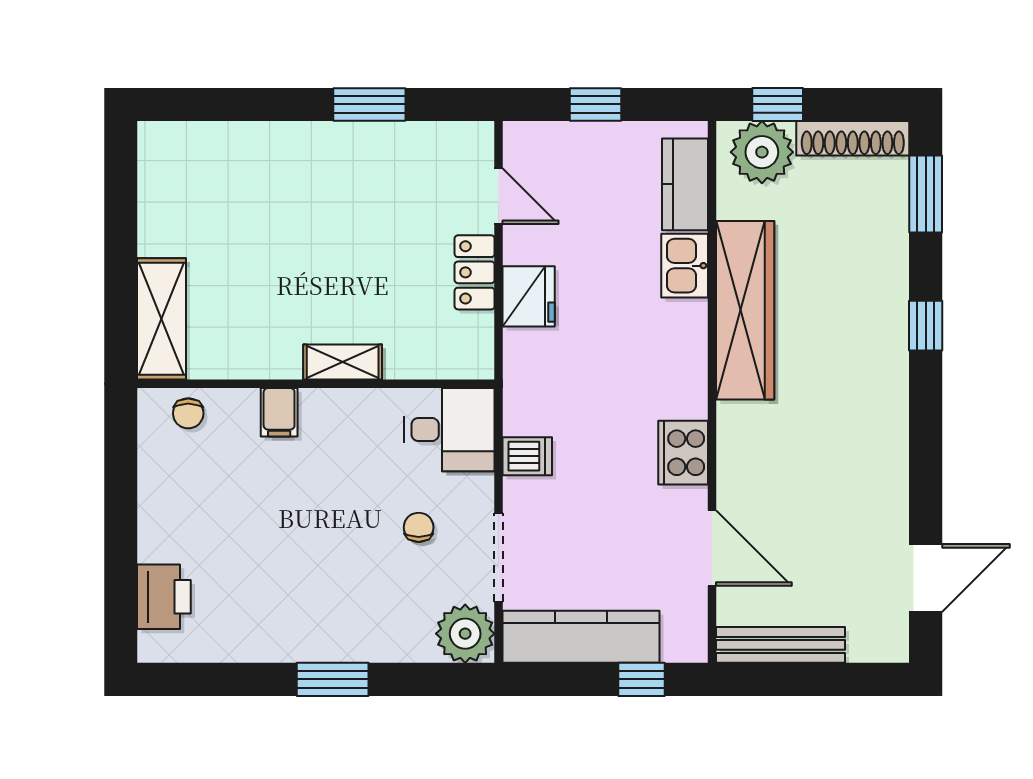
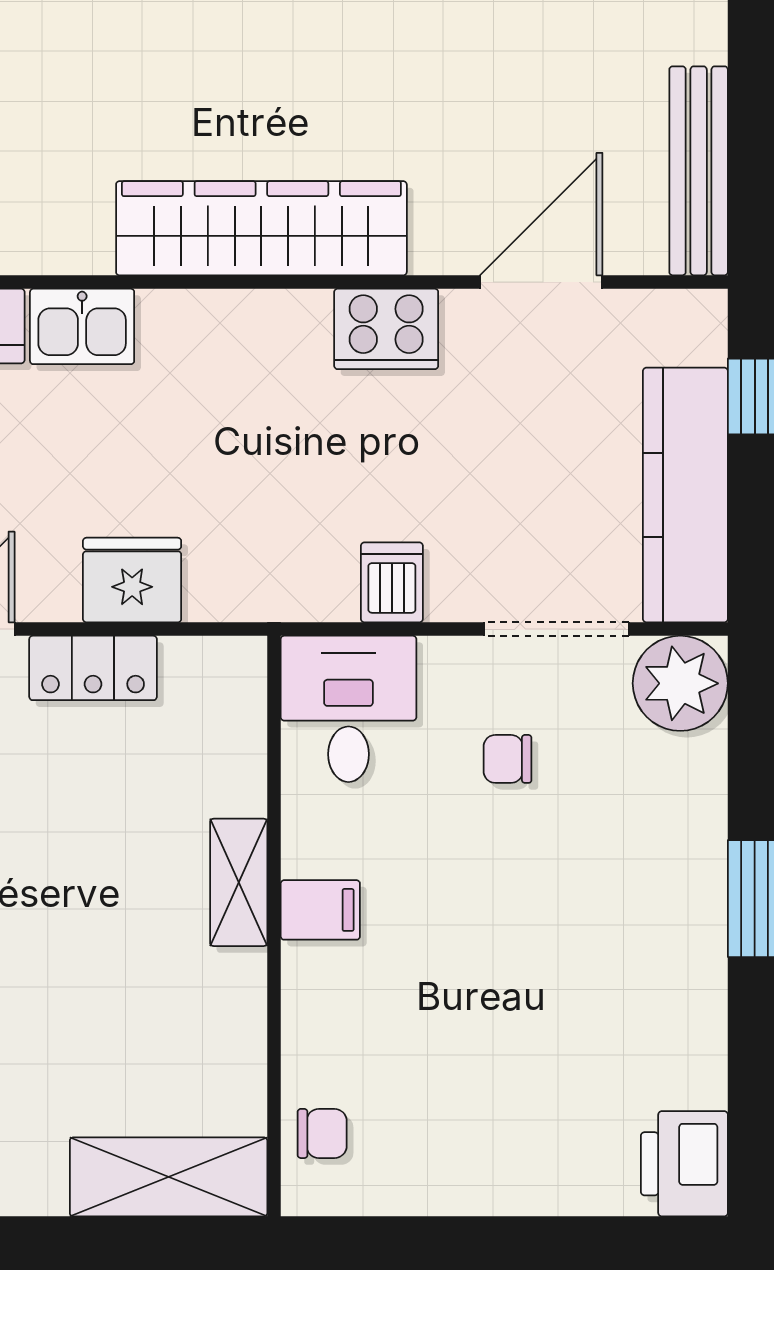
wardrobe: (745, 310) -> (261, 228), moved
filing cabinet: (279, 412) -> (320, 910), moved
printer: (164, 597) -> (684, 1164), moved, turned -90

